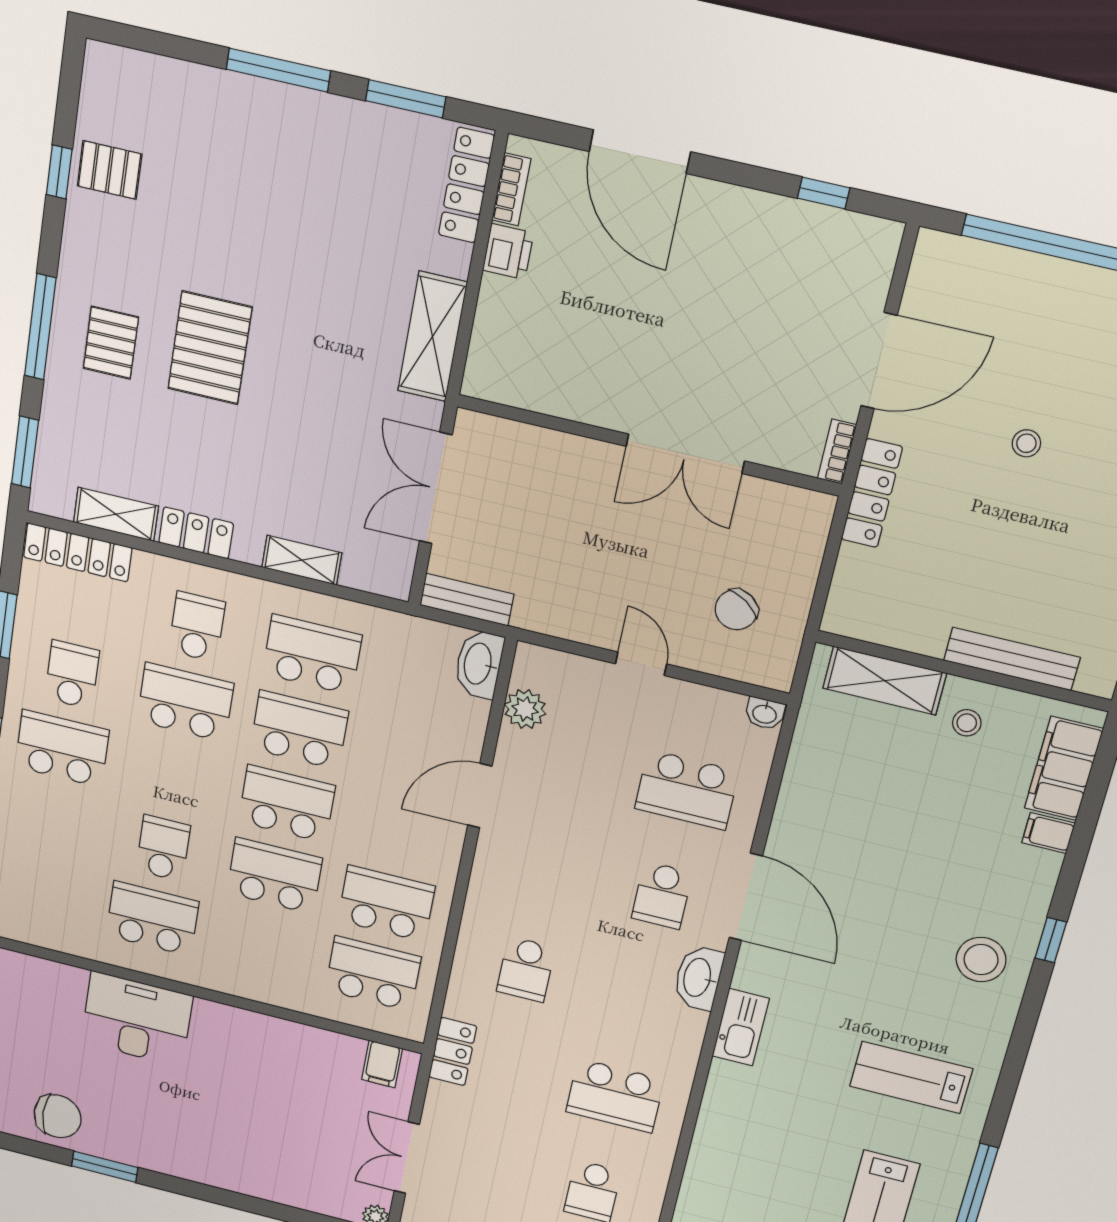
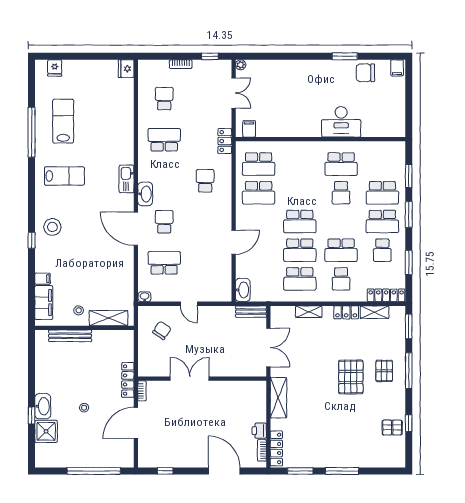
plant: (525, 709) -> (224, 278), removed
school desk: (274, 876) -> (382, 193), moved

